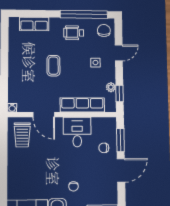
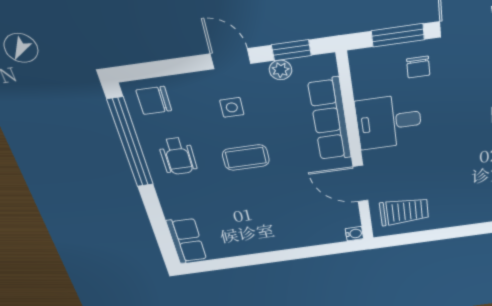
row of seats: (34, 24) -> (187, 241), moved
door: (119, 53) -> (231, 59), moved
coffee table: (53, 66) -> (246, 158), moved
door: (44, 115) -> (360, 184), swing flipped

